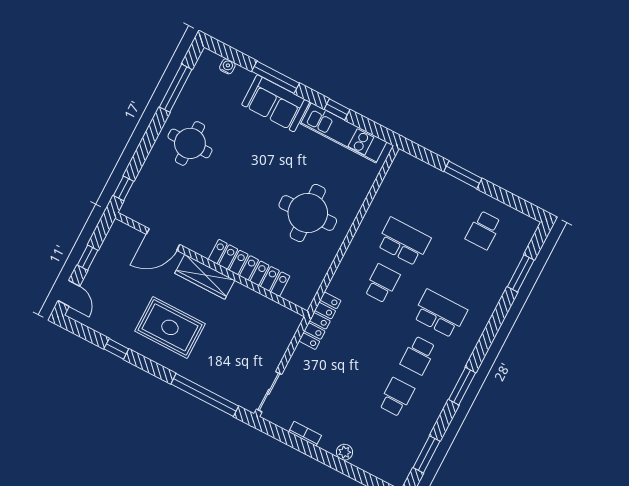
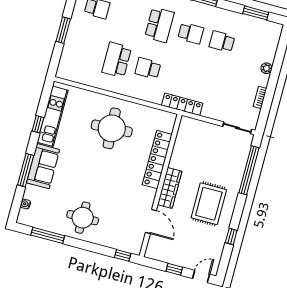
school desk: (440, 314) -> (159, 25), turned 180

